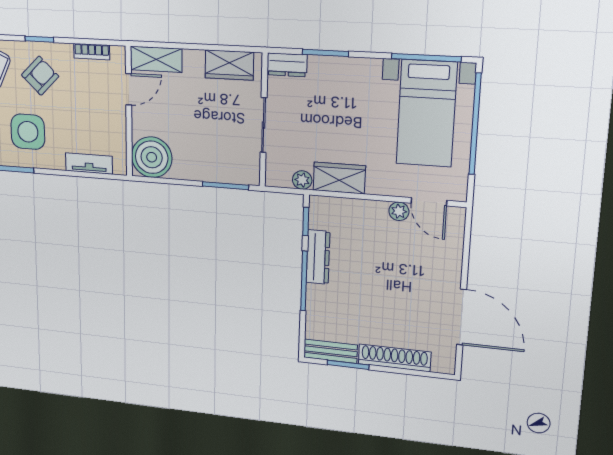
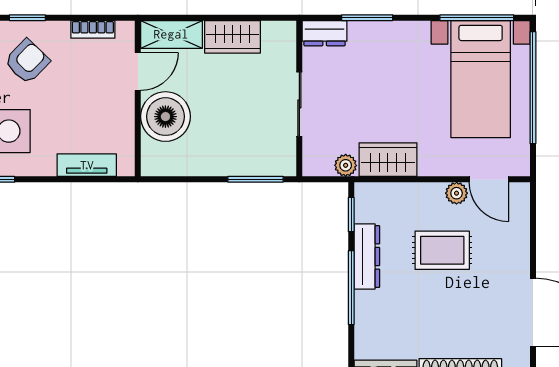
wardrobe: (229, 65) -> (233, 37), moved
boiler: (152, 157) -> (165, 117), moved
rug: (384, 258) -> (442, 250), added

